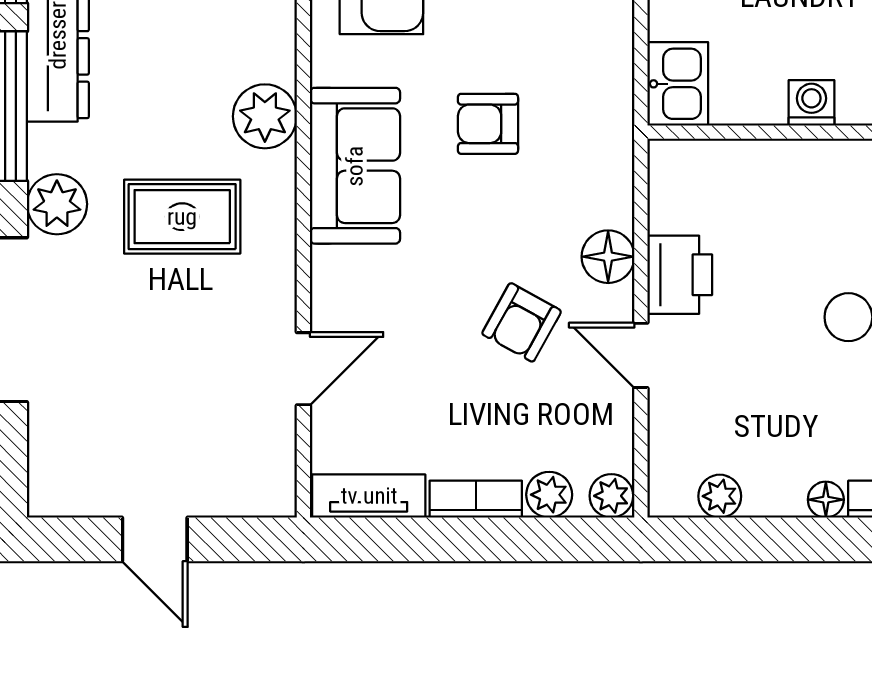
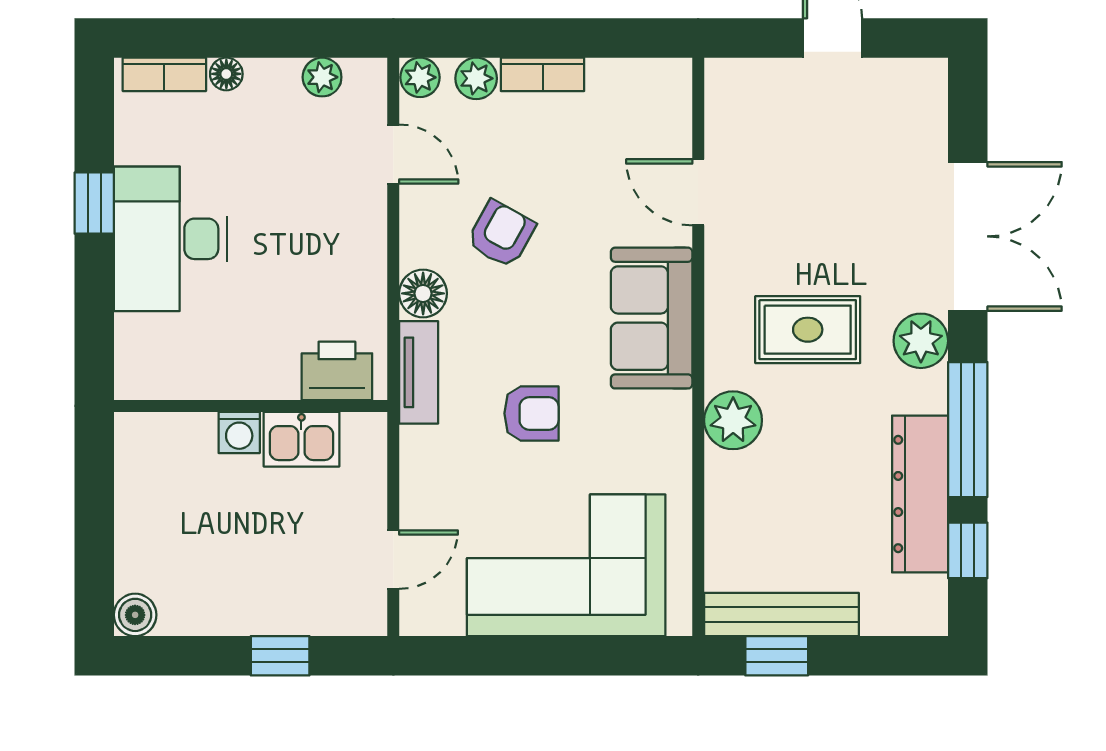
kitchen sink: (678, 84) -> (301, 439), moved, turned -90
sofa: (355, 166) -> (652, 318), moved
printer: (680, 275) -> (337, 371), moved, turned 90
door: (641, 355) -> (393, 154), moved
door: (303, 369) -> (698, 192), hinge flipped
tv unit: (369, 496) -> (419, 372), moved, turned -90

